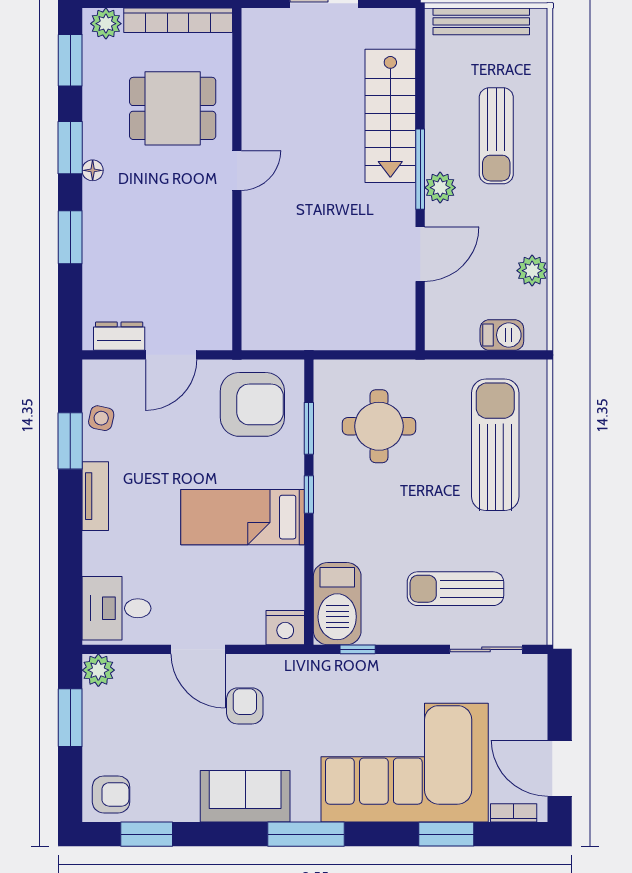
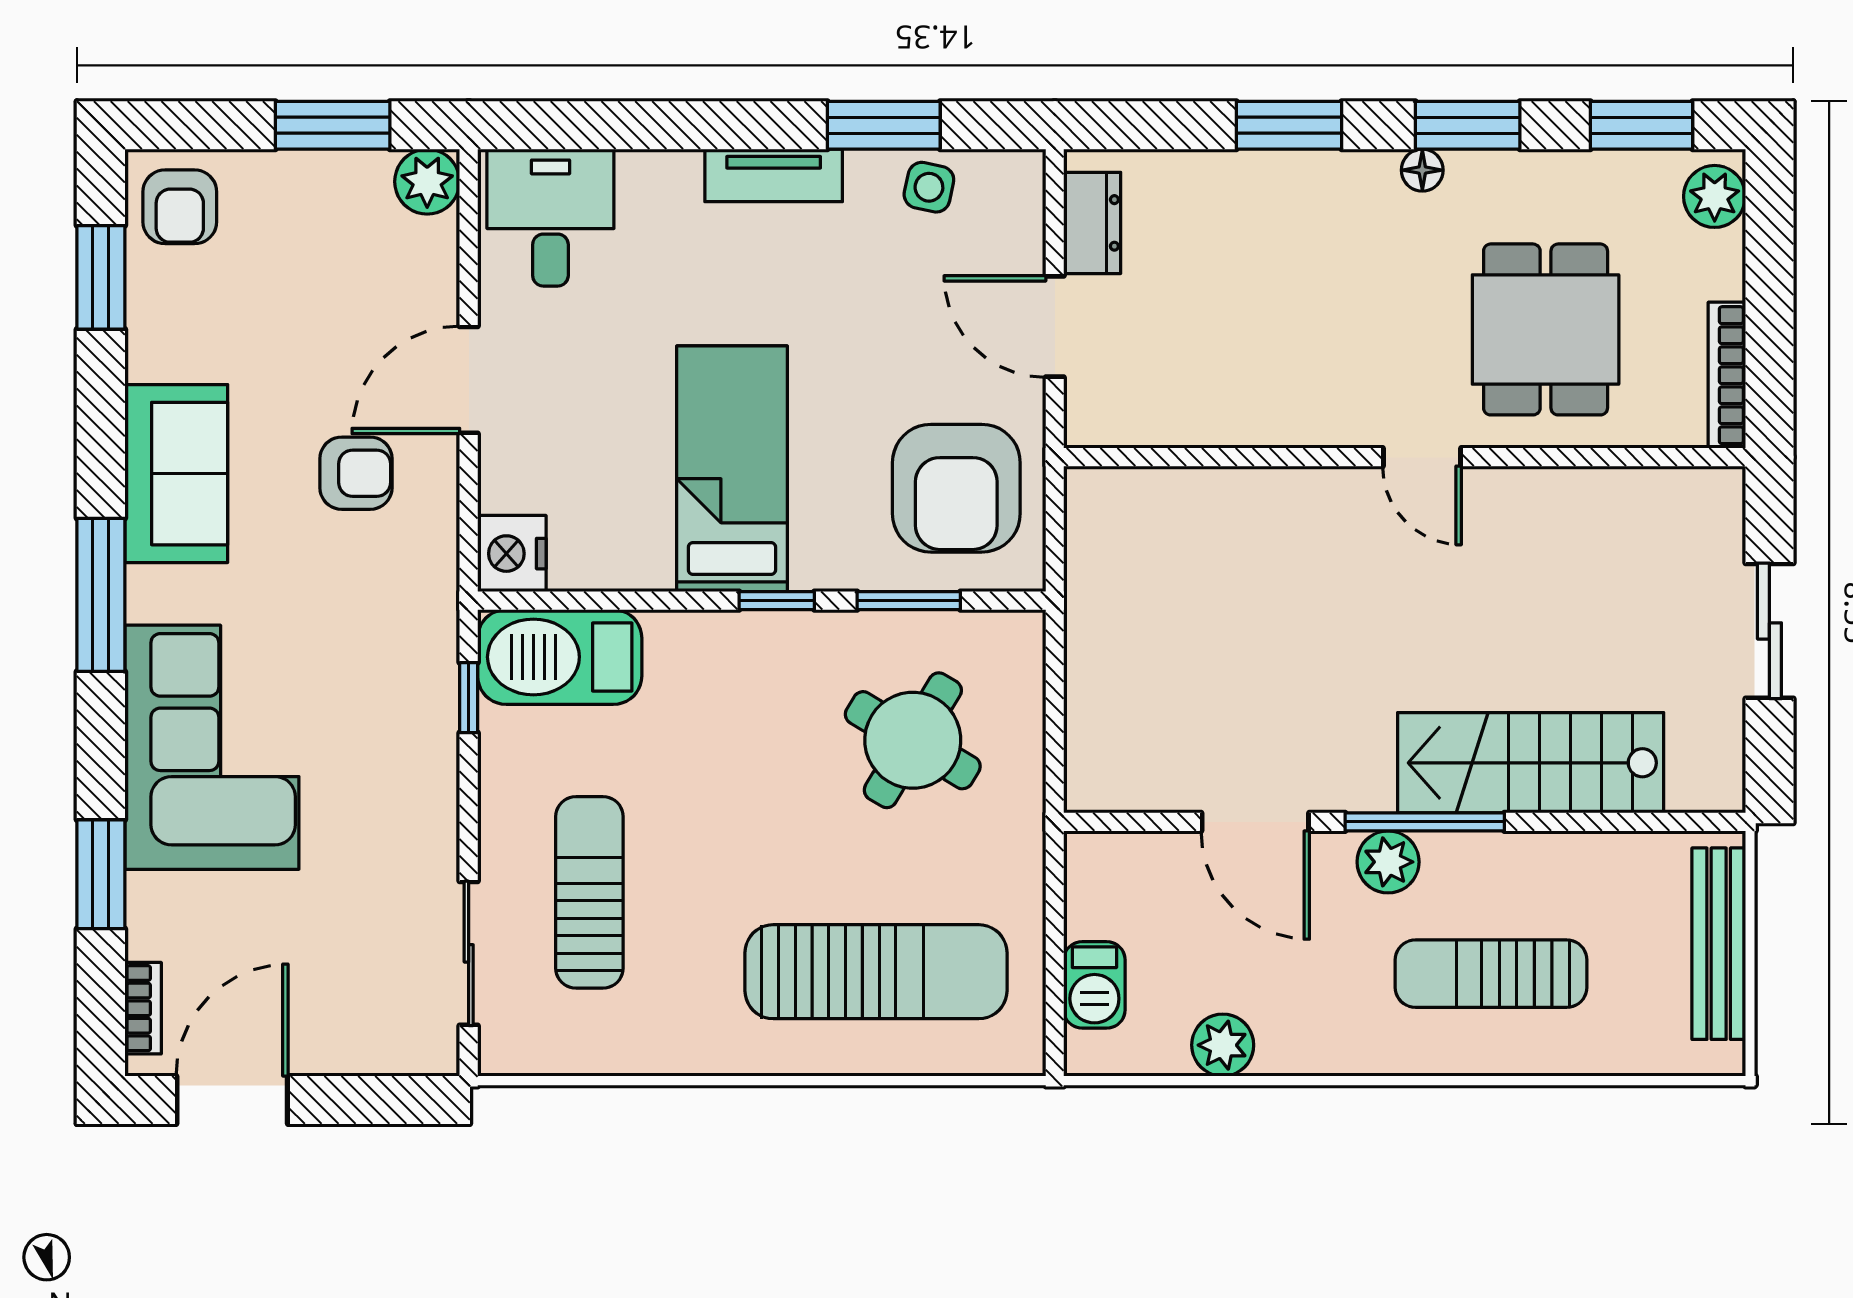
bookcase: (178, 20) -> (1727, 375), width x0.68, depth x0.76
round table: (379, 426) -> (913, 740), turned 31
corner sofa: (405, 763) -> (212, 747), width x0.73, depth x0.74

